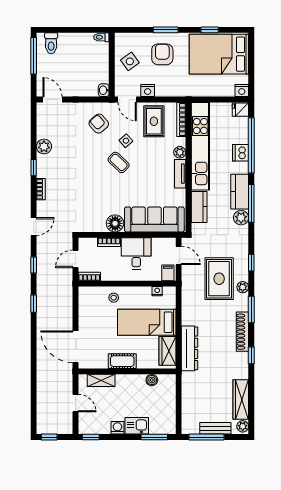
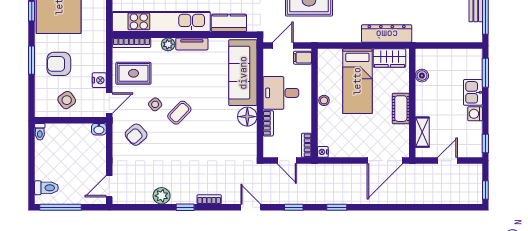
nightstand: (157, 291) -> (323, 152), moved
stool: (114, 298) -> (324, 100), moved

